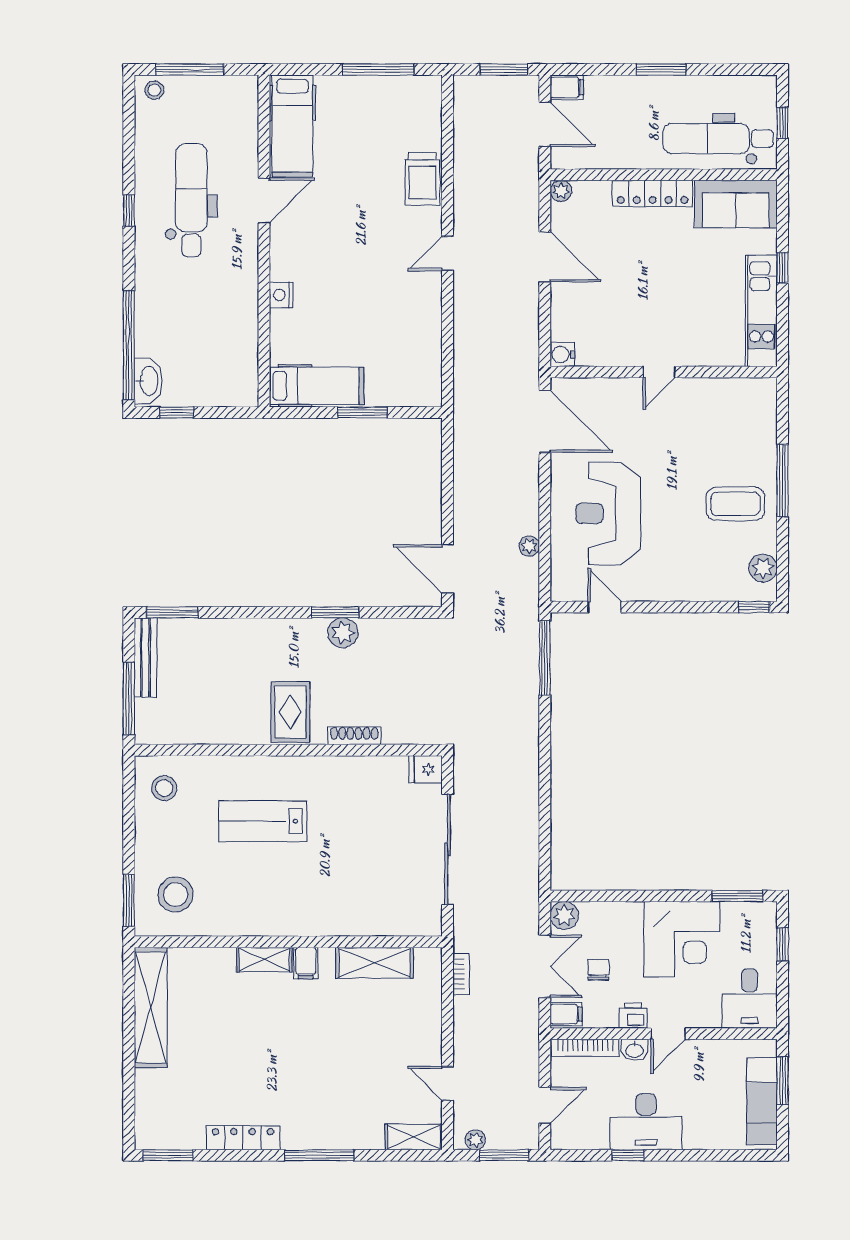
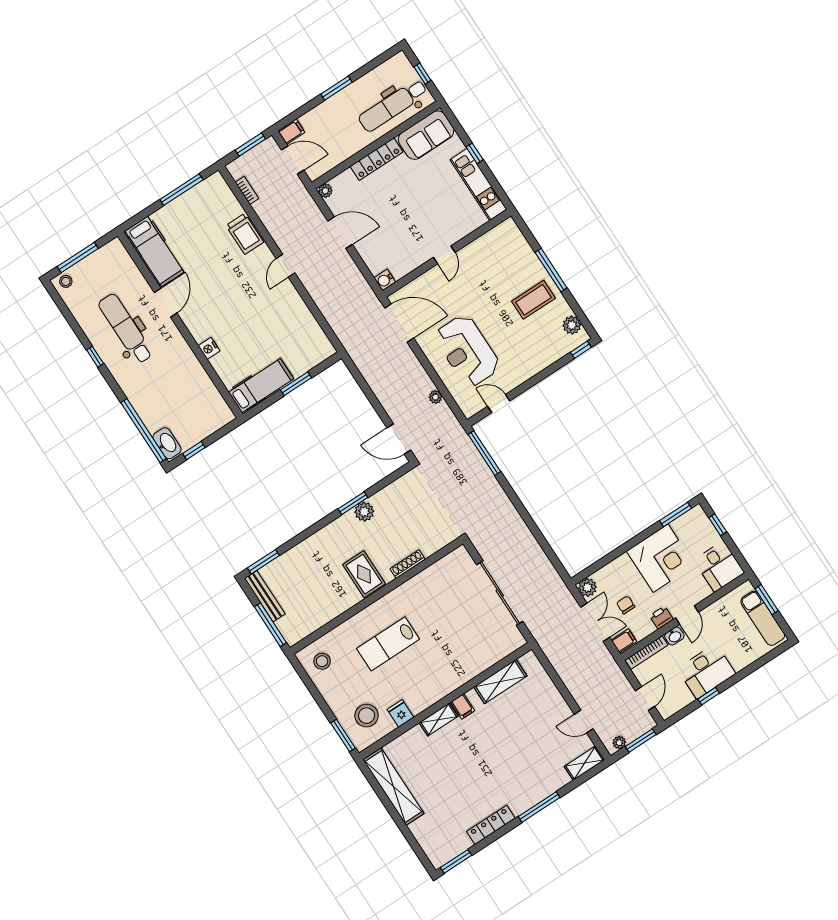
fridge: (426, 769) -> (400, 713), moved, turned 90
bookcase: (461, 974) -> (247, 190), moved

